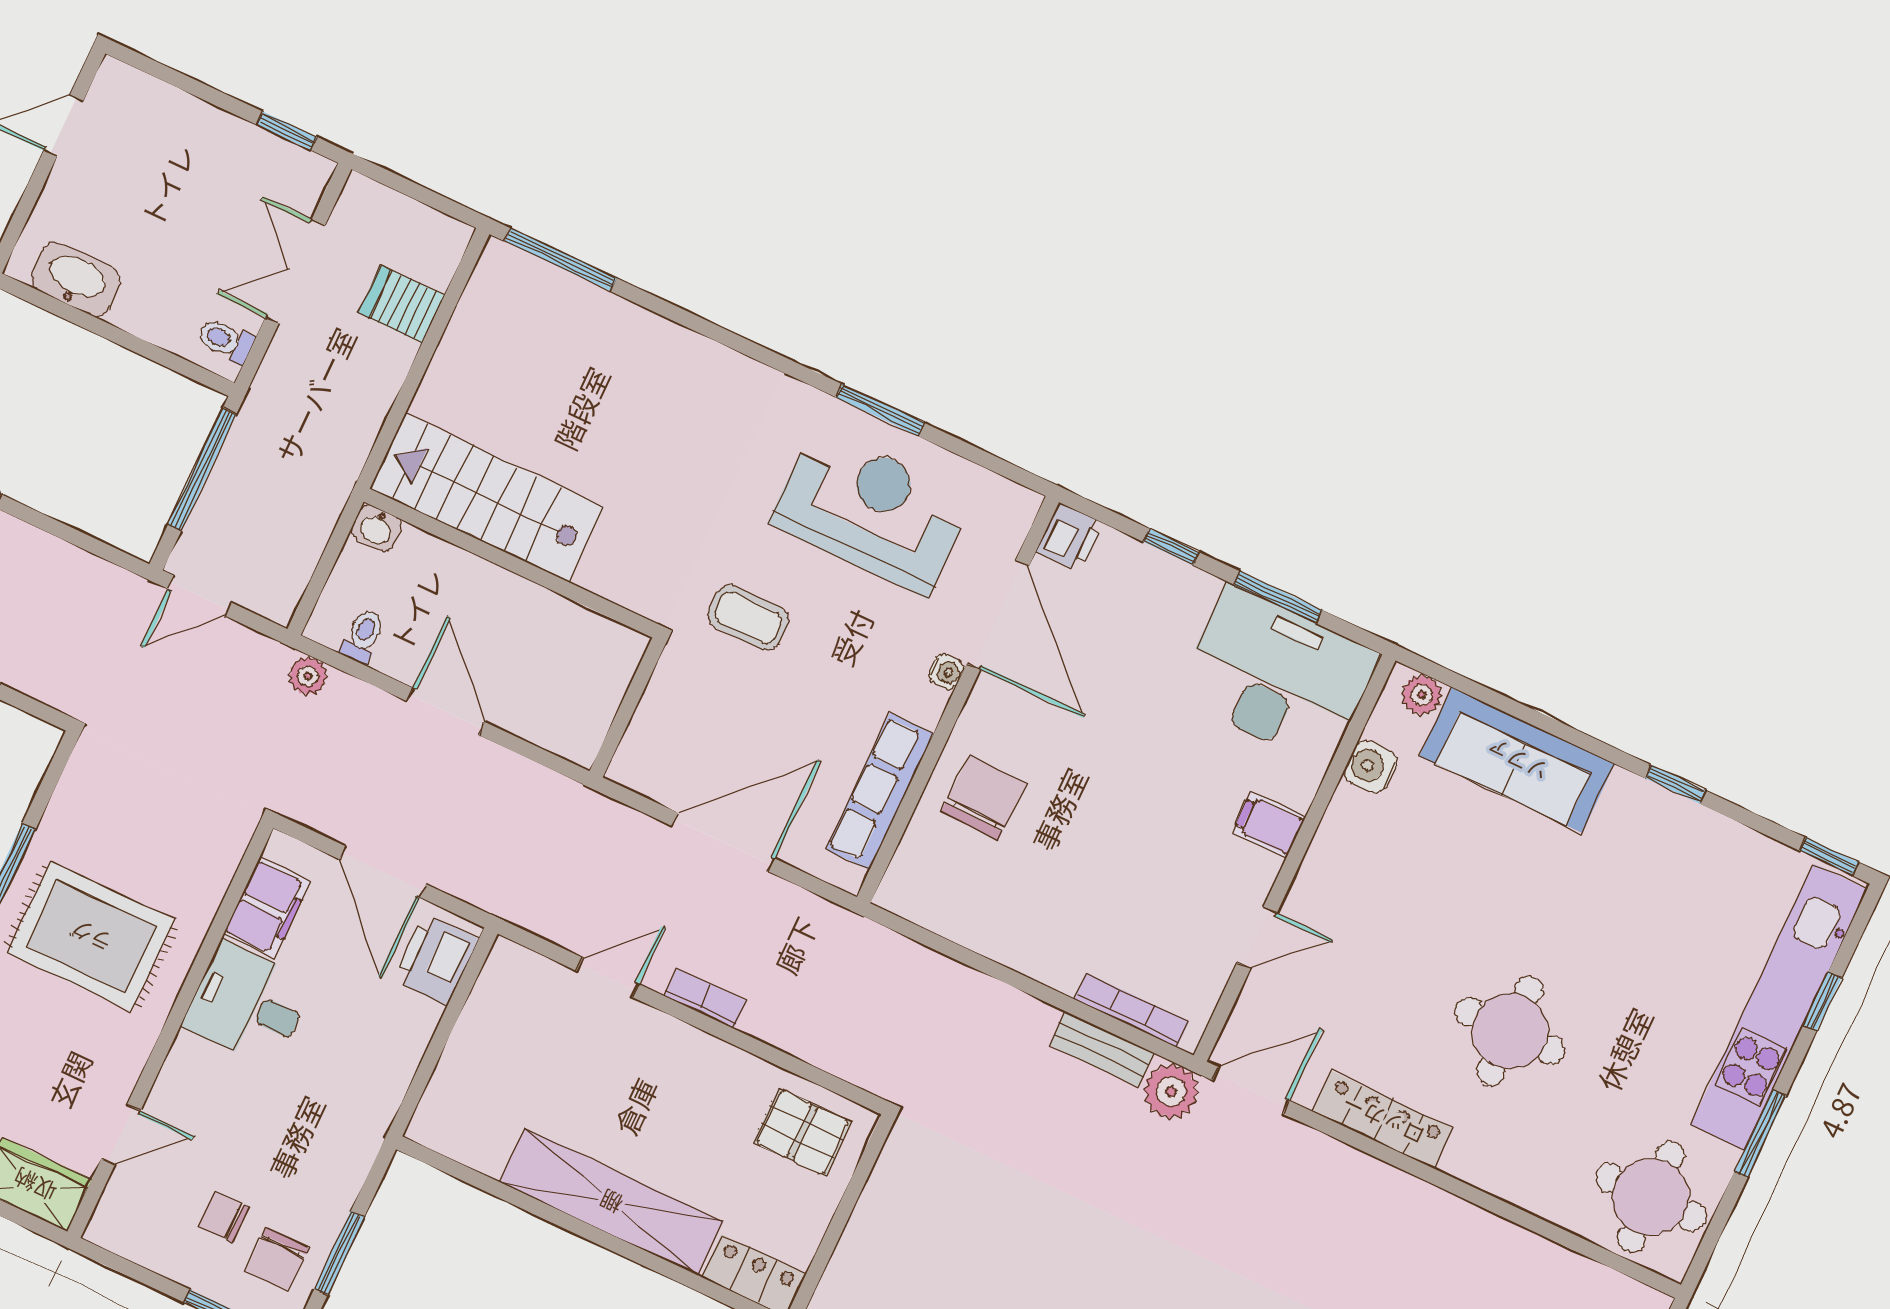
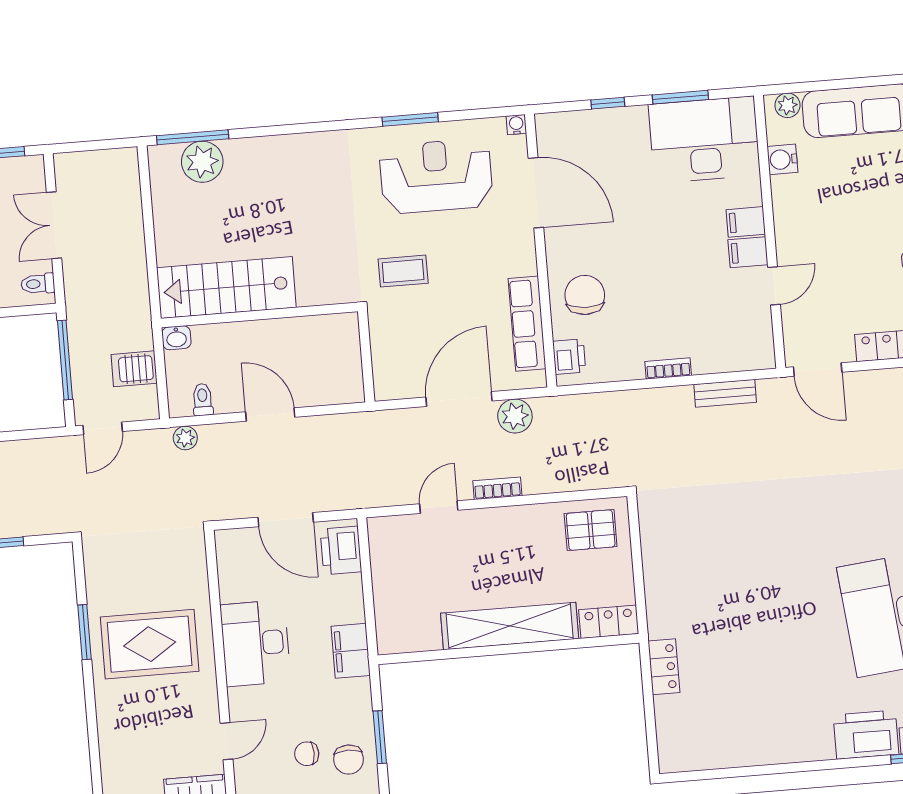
plant: (554, 302) -> (202, 162), added
server rack: (402, 304) -> (134, 369), moved
printer: (1070, 537) -> (569, 357), moved
water cooler: (946, 672) -> (516, 125), moved, turned -90
filing cabinet: (1247, 869) -> (748, 252), added
filing cabinet: (267, 908) -> (351, 651), moved, turned 180
desk: (248, 1004) -> (255, 643), width x1.37
bookcase: (1132, 1010) -> (668, 368), moved, width x0.64
door: (1251, 1090) -> (818, 370), swing flipped
plant: (1171, 1091) -> (515, 416), moved

